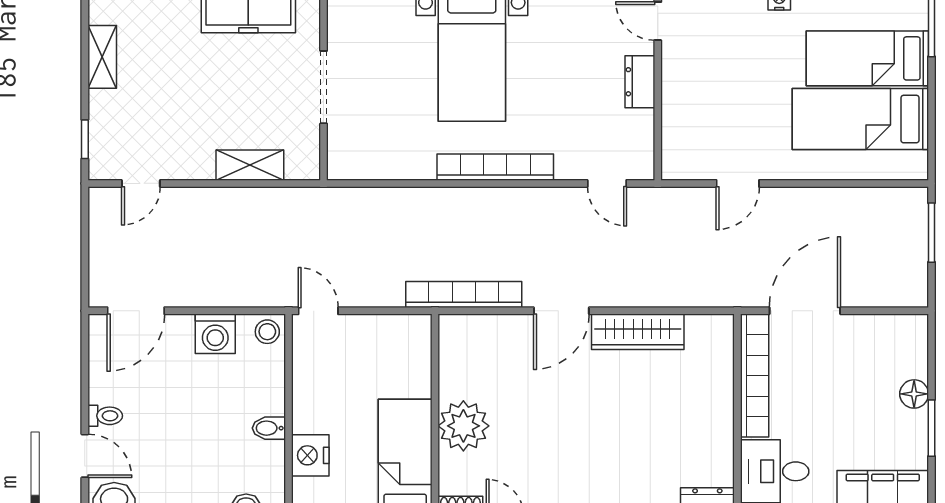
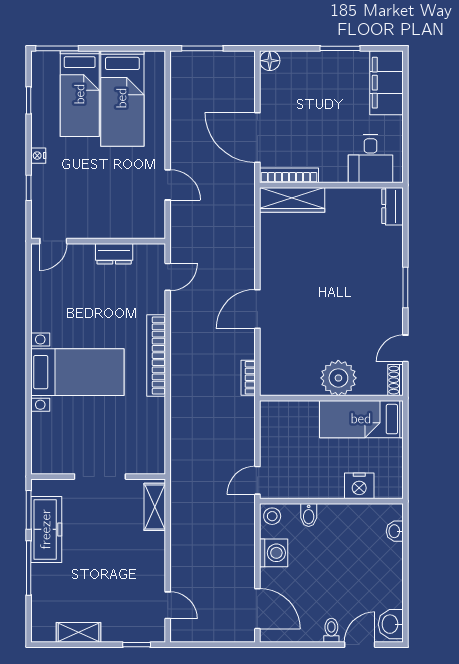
dresser: (640, 82) -> (114, 254), moved
shelving: (250, 165) -> (155, 507), moved
bookcase: (464, 294) -> (248, 378), width x0.43, depth x0.76
door: (561, 311) -> (257, 309), swing flipped
wardrobe: (638, 332) -> (292, 200), moved, turned 90
bookcase: (755, 376) -> (289, 175), width x0.68, depth x0.76
floor lamp: (914, 394) -> (270, 61), moved
bidet: (269, 428) -> (309, 515), moved

